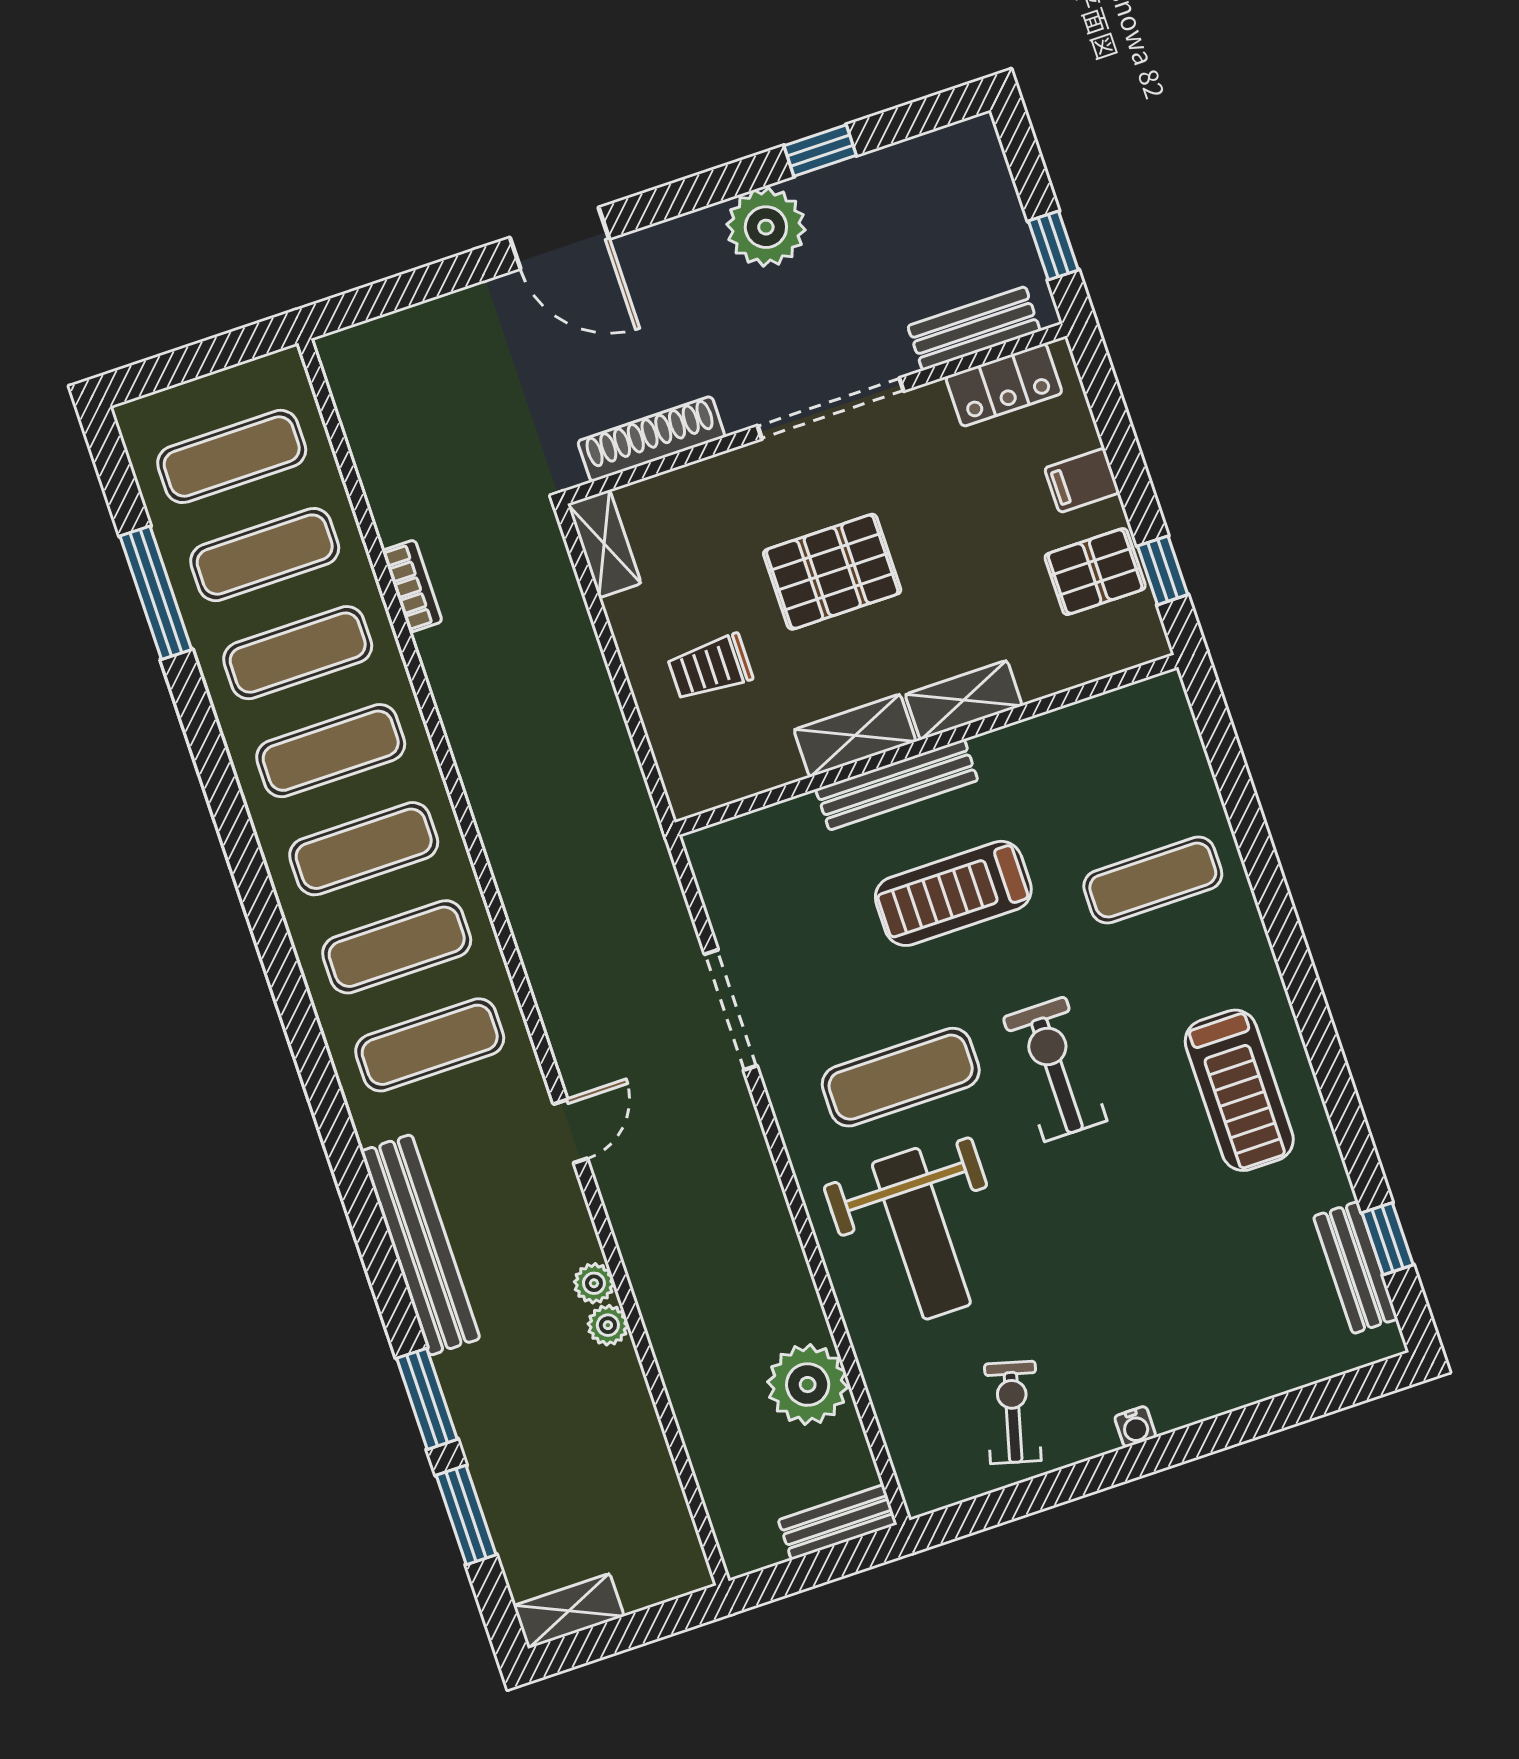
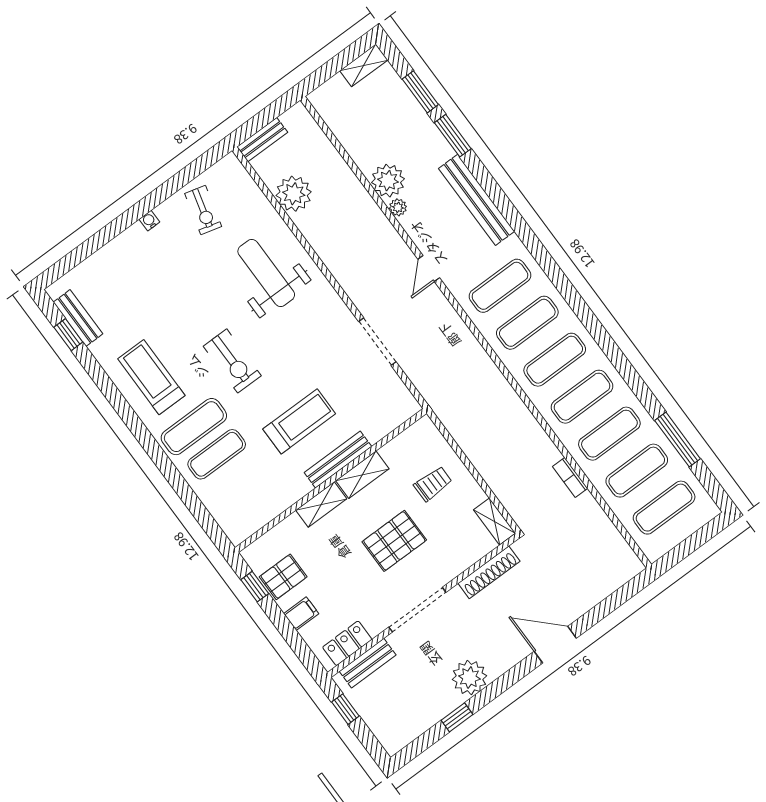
exercise mat: (901, 1077) -> (194, 427), moved
plant: (608, 1325) -> (388, 181), width x1.88, depth x1.88

